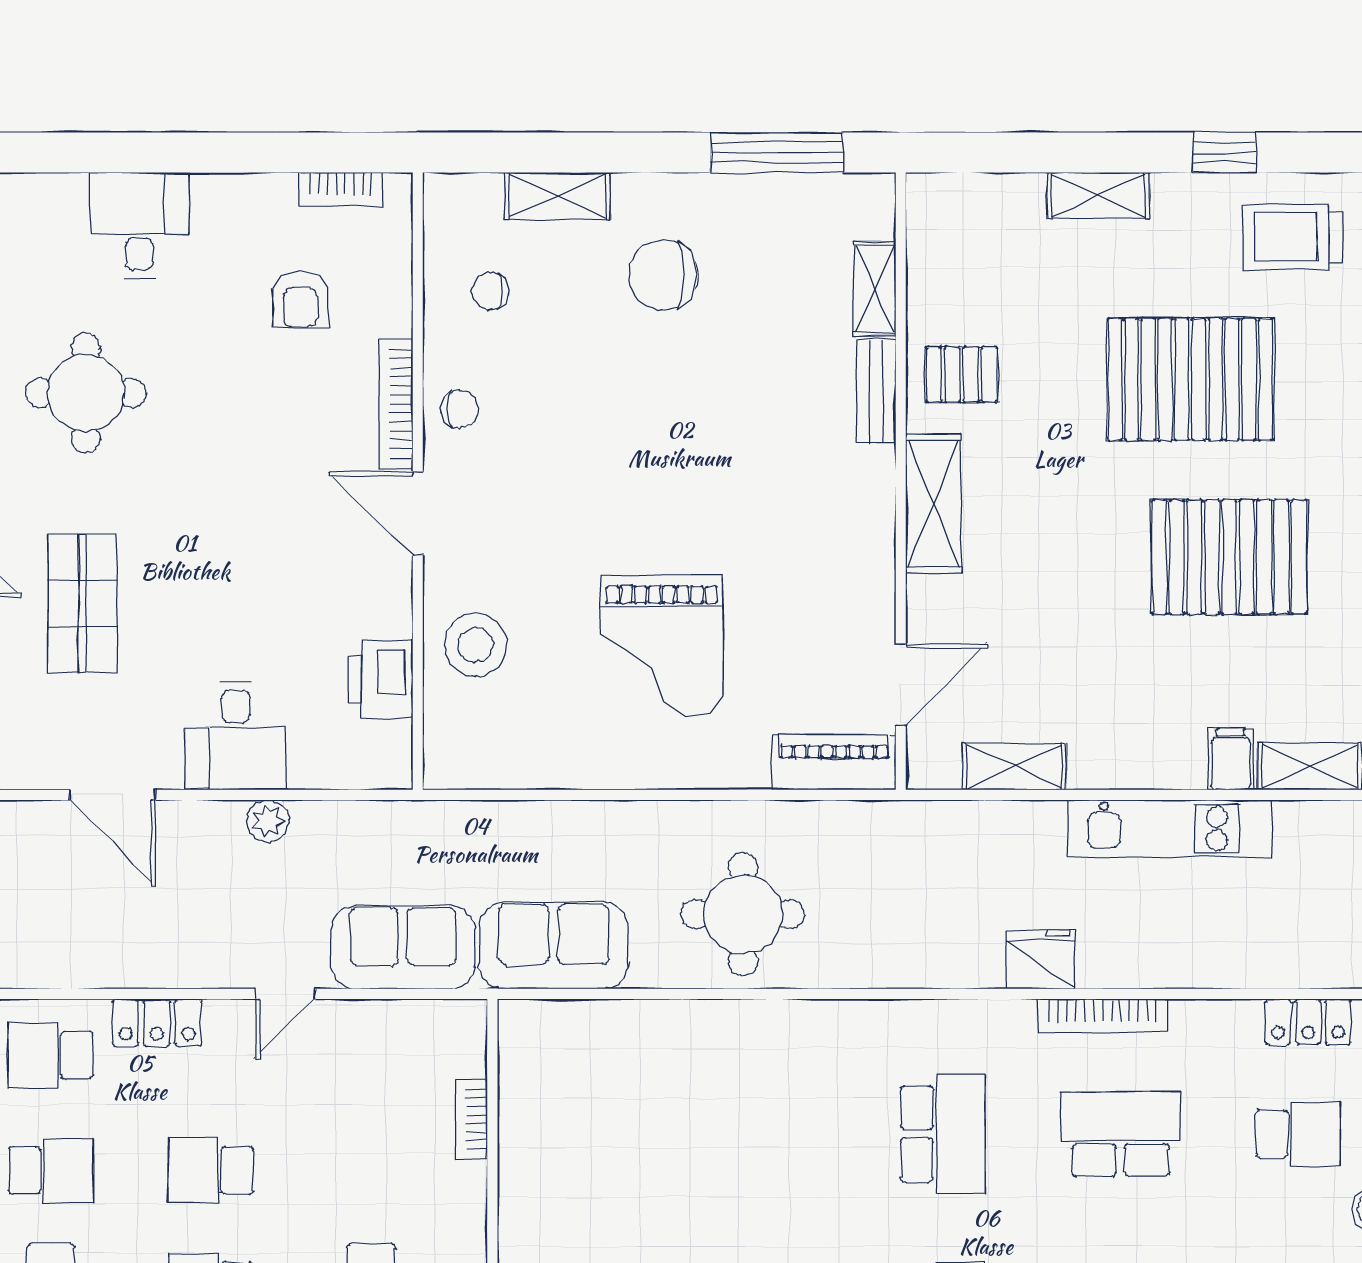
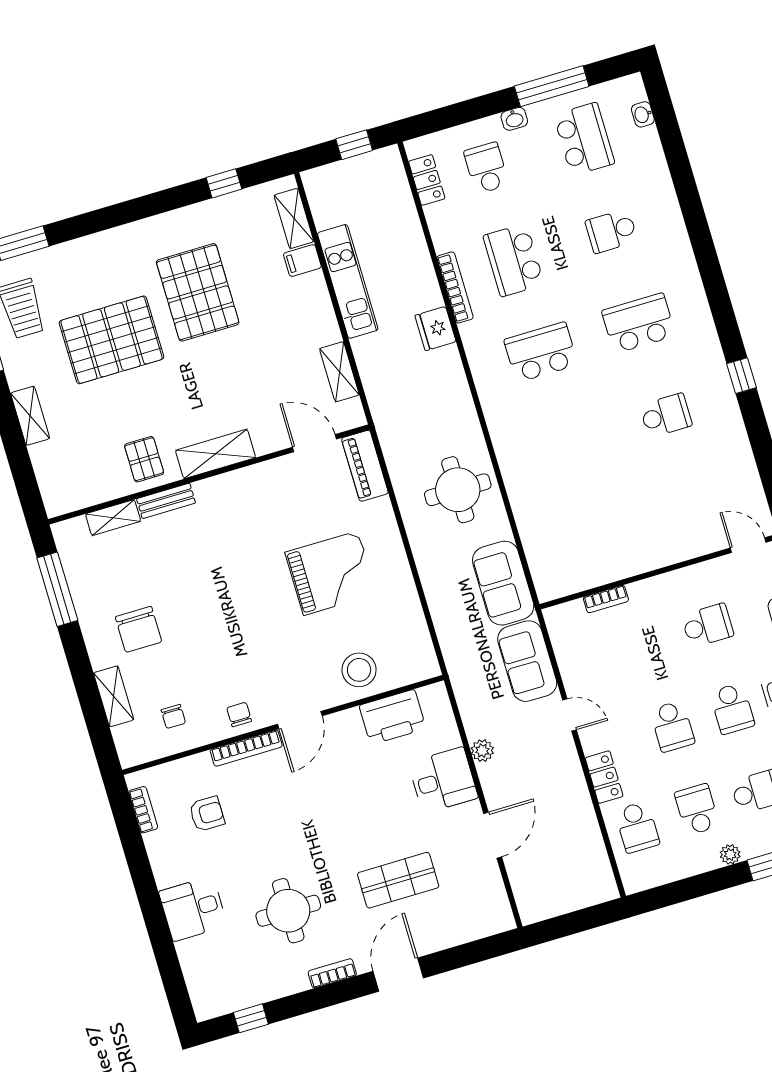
pallet: (1190, 379) -> (112, 340), turned 90
printer: (381, 679) -> (393, 717), width x1.37, depth x1.19

